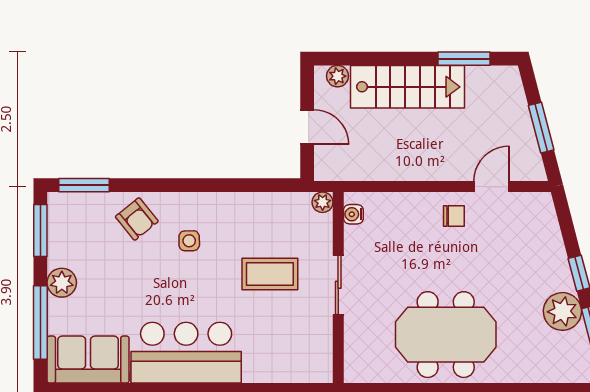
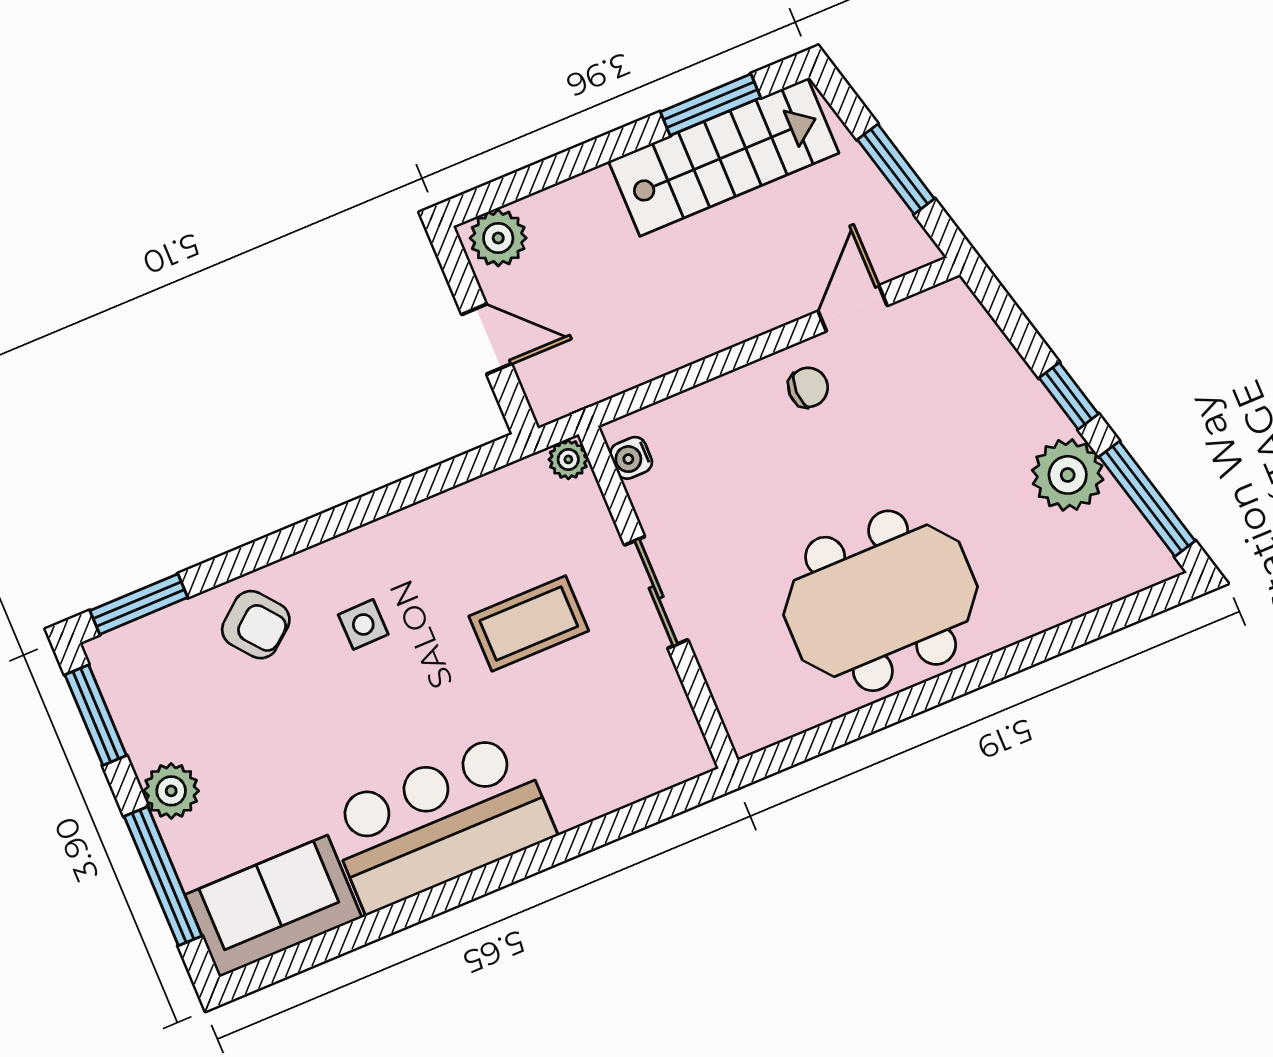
plant: (338, 76) -> (498, 238), width x1.38, depth x1.38
stairs: (407, 87) -> (724, 157), moved

